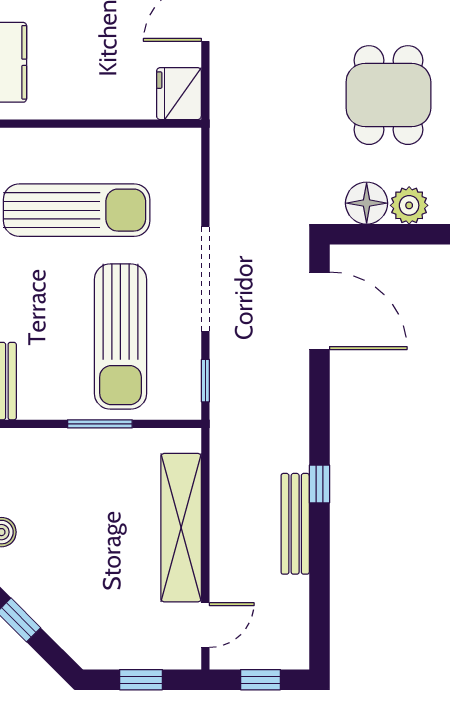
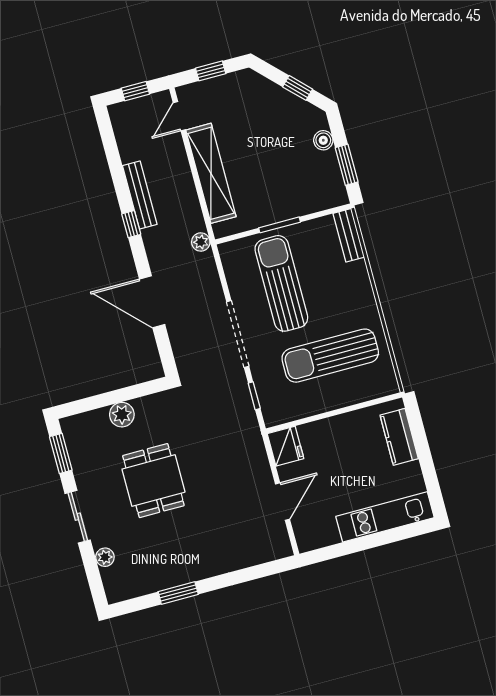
floor lamp: (367, 203) -> (149, 409), removed
door: (319, 311) -> (152, 302), moved
window: (205, 381) -> (254, 396), moved
plant: (224, 430) -> (201, 242), added

